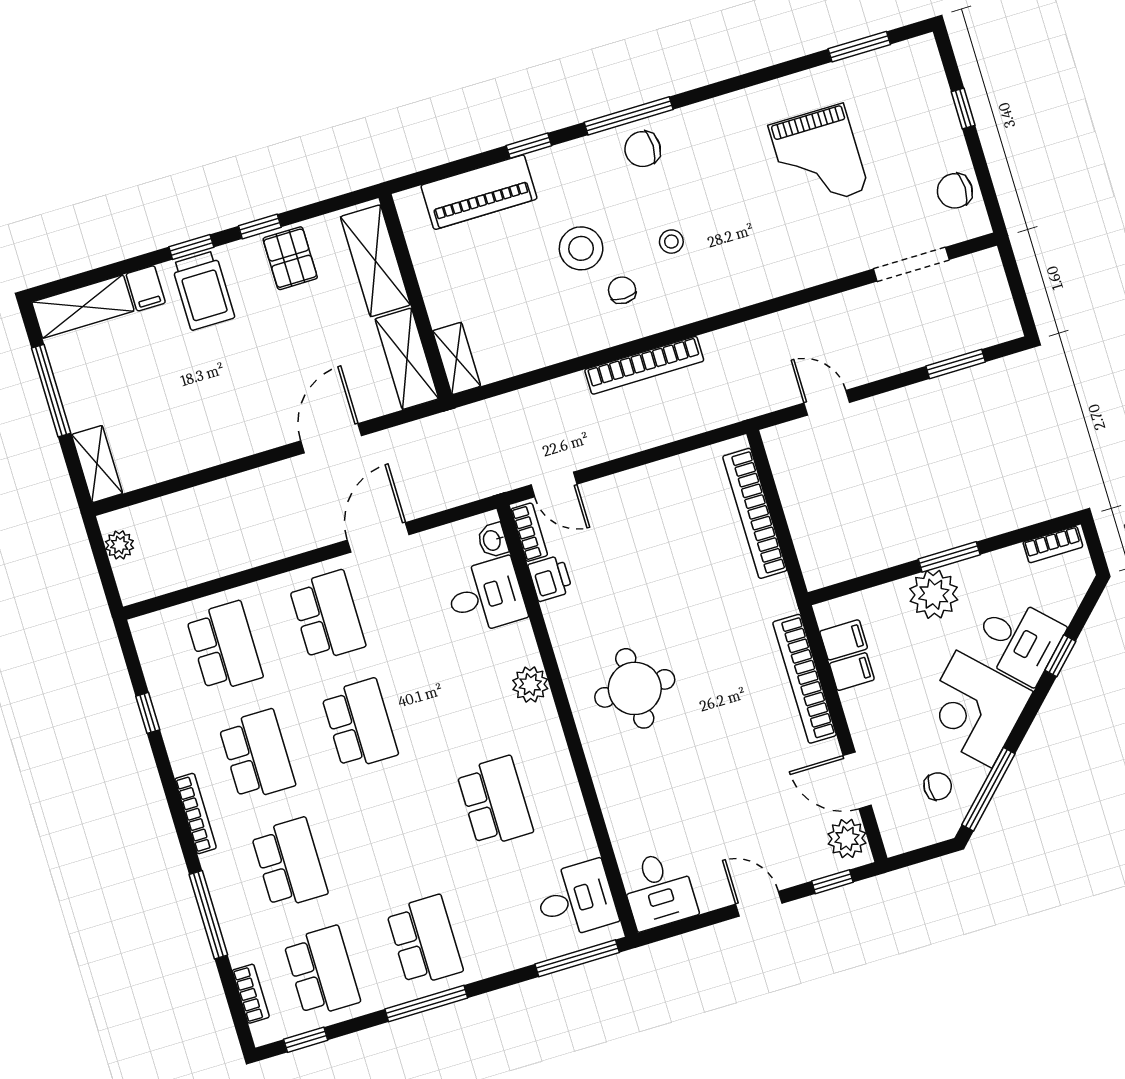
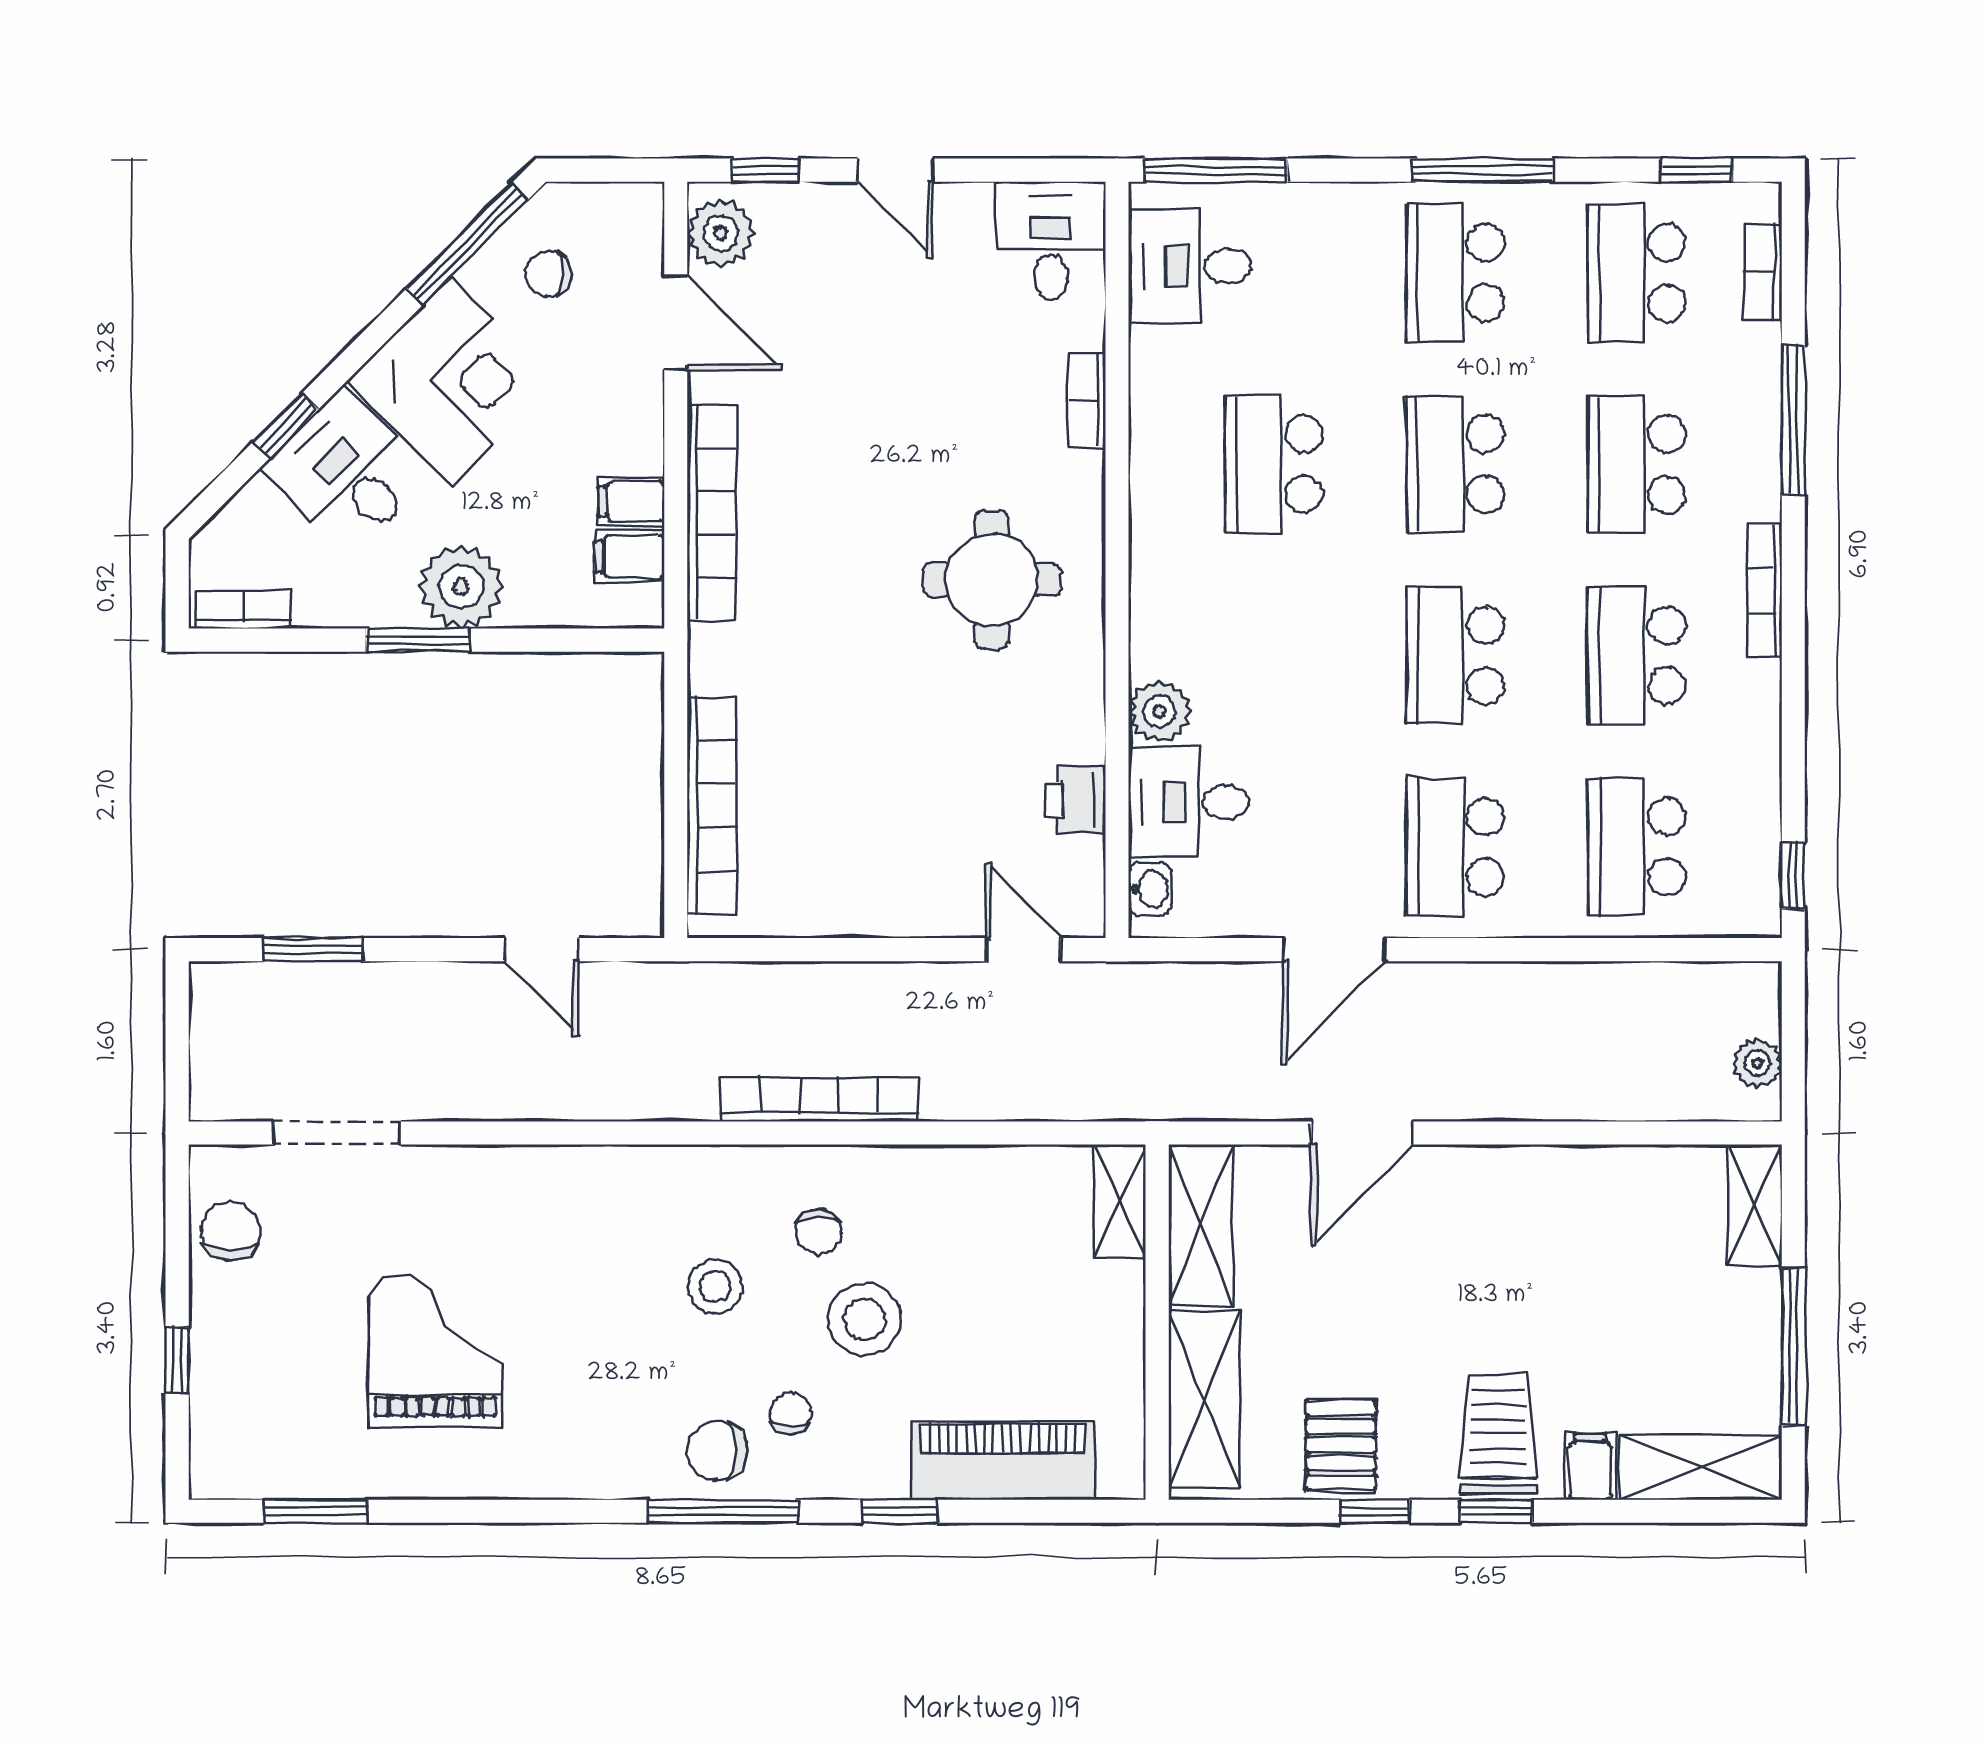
chair: (643, 149) -> (716, 1450), turned 180
chair: (607, 183) -> (791, 1413), added
chair: (955, 191) -> (231, 1231), turned -90
stool: (671, 242) -> (715, 1287), width x1.37, depth x1.37
bookcase: (529, 532) -> (1087, 400), moved
plant: (530, 684) -> (1159, 711), moved
window: (148, 713) -> (1793, 876), moved
school desk: (392, 832) -> (1455, 464), added

